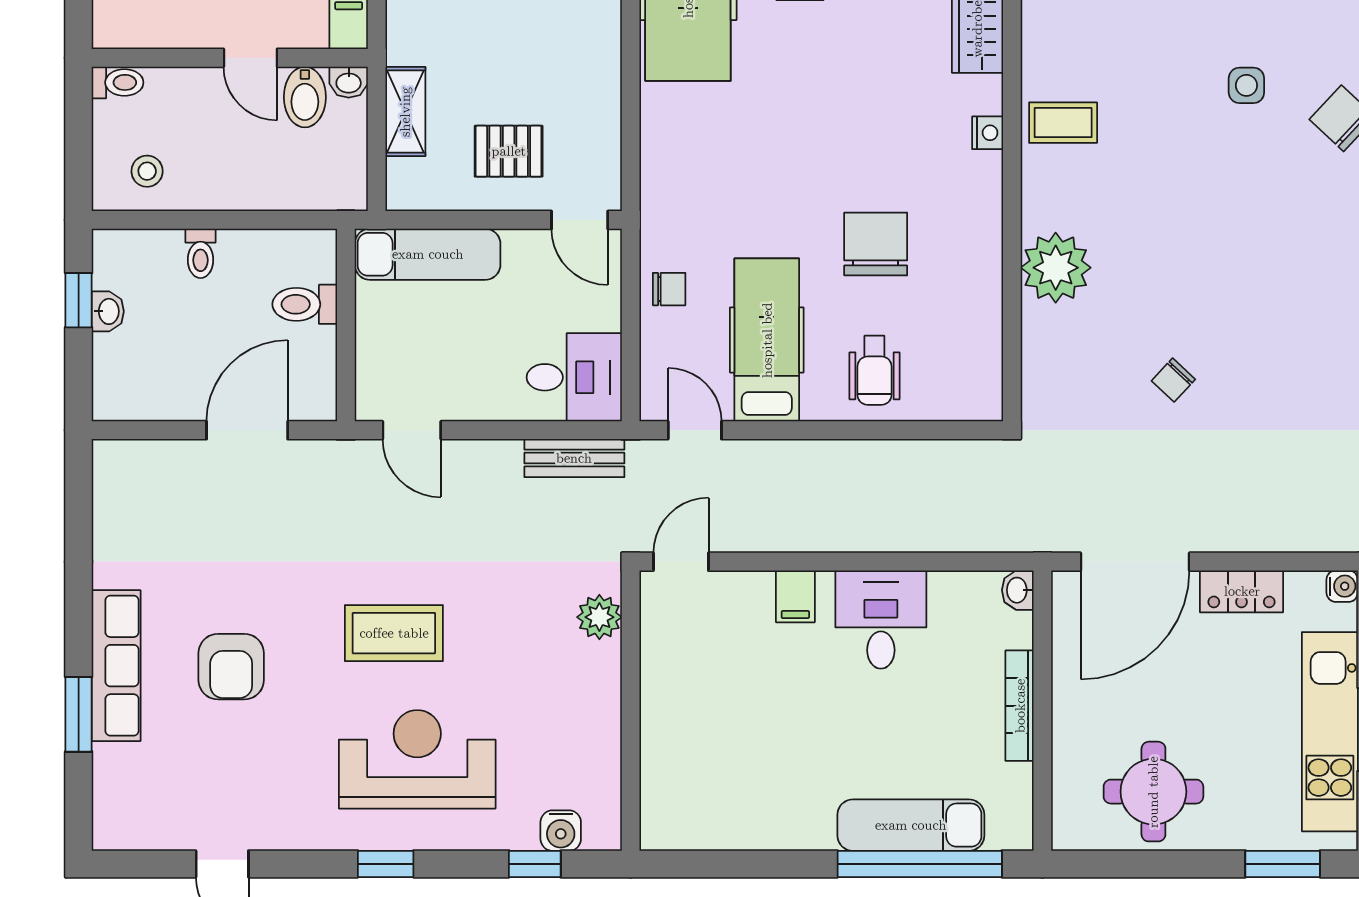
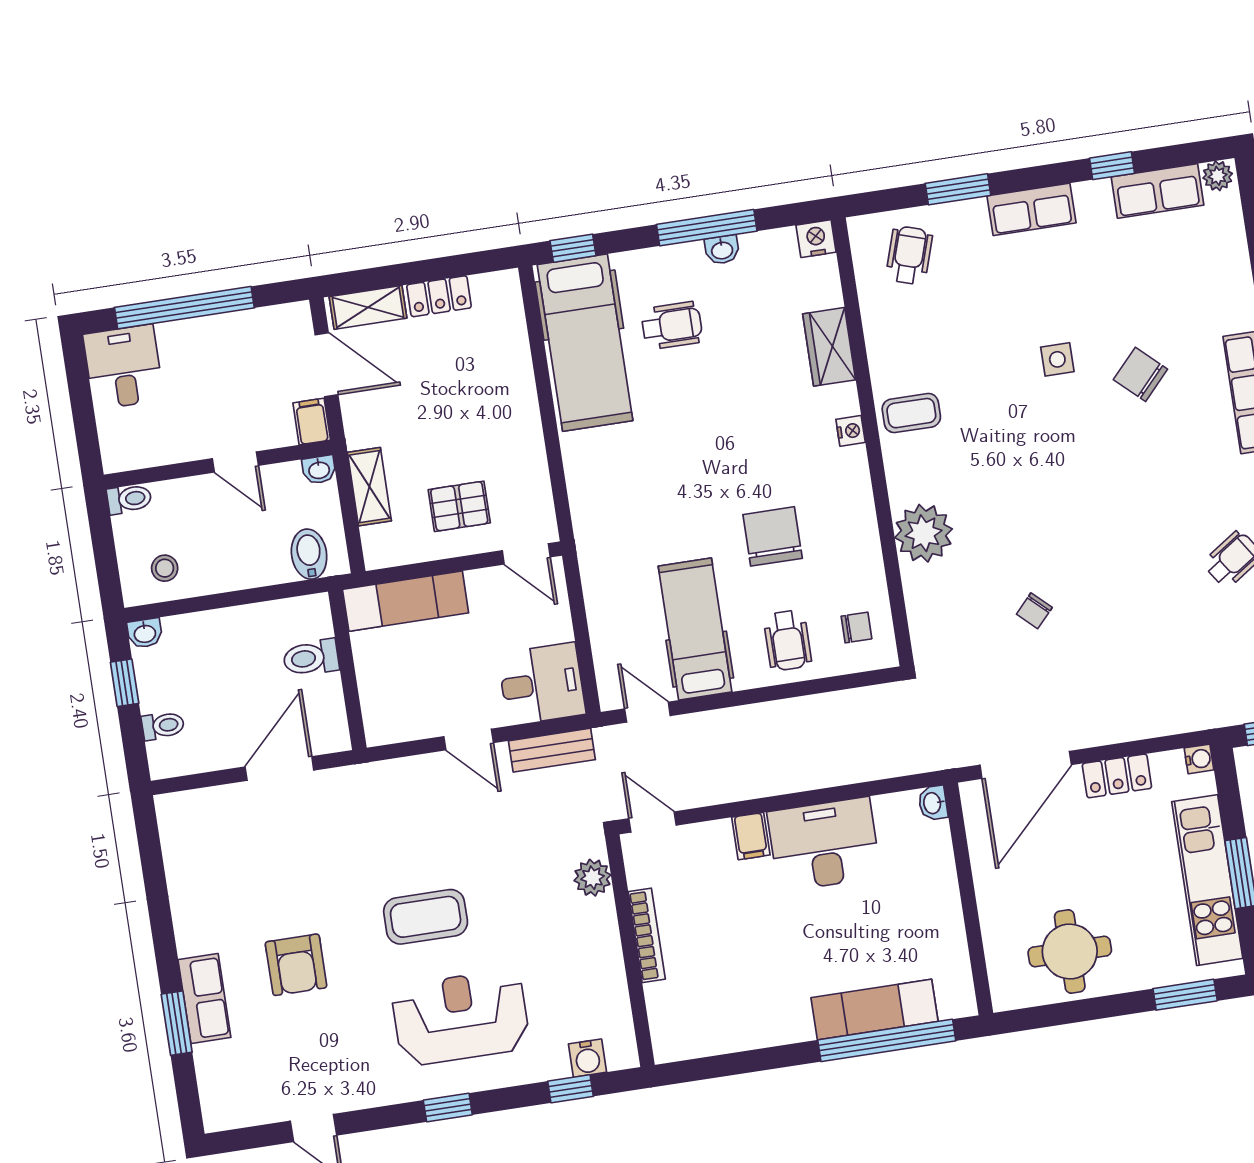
bidet: (305, 97) -> (309, 554), moved, turned 180
toilet: (201, 253) -> (163, 726), moved, turned -90
chair: (669, 289) -> (856, 628), moved
washbasin: (108, 311) -> (145, 633), moved, turned 90
door: (412, 430) -> (469, 740), moved
door: (681, 562) -> (652, 822), hinge flipped
desk: (881, 620) -> (824, 844), width x1.37
row of seats: (116, 666) -> (204, 998), width x0.68
bookcase: (1020, 706) -> (647, 935), moved, turned 180

